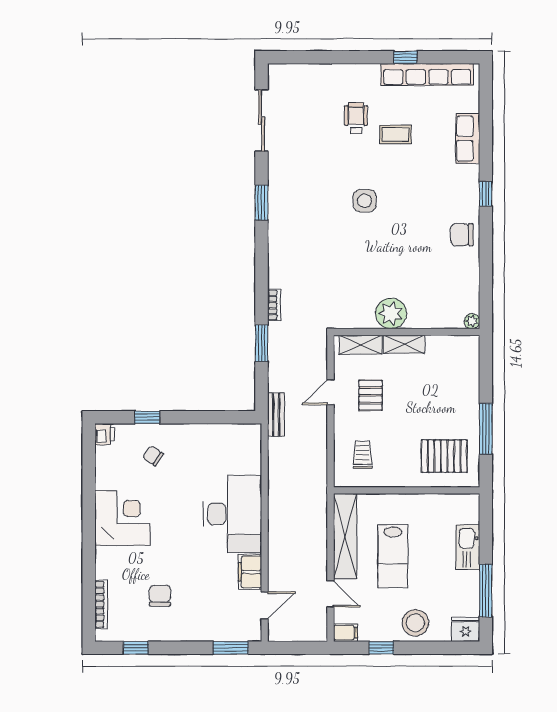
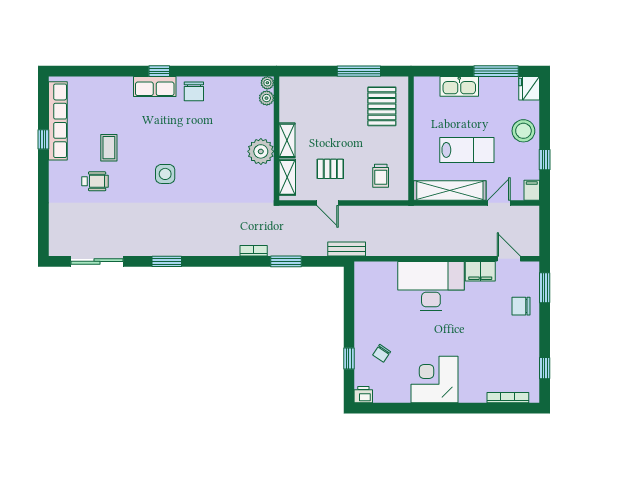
wheelchair: (356, 118) -> (95, 181), turned 180
row of seats: (468, 139) -> (155, 86), moved
plant: (454, 320) -> (267, 98), added
trolley: (363, 455) -> (381, 176), turned -90
chair: (160, 596) -> (521, 306), moved

